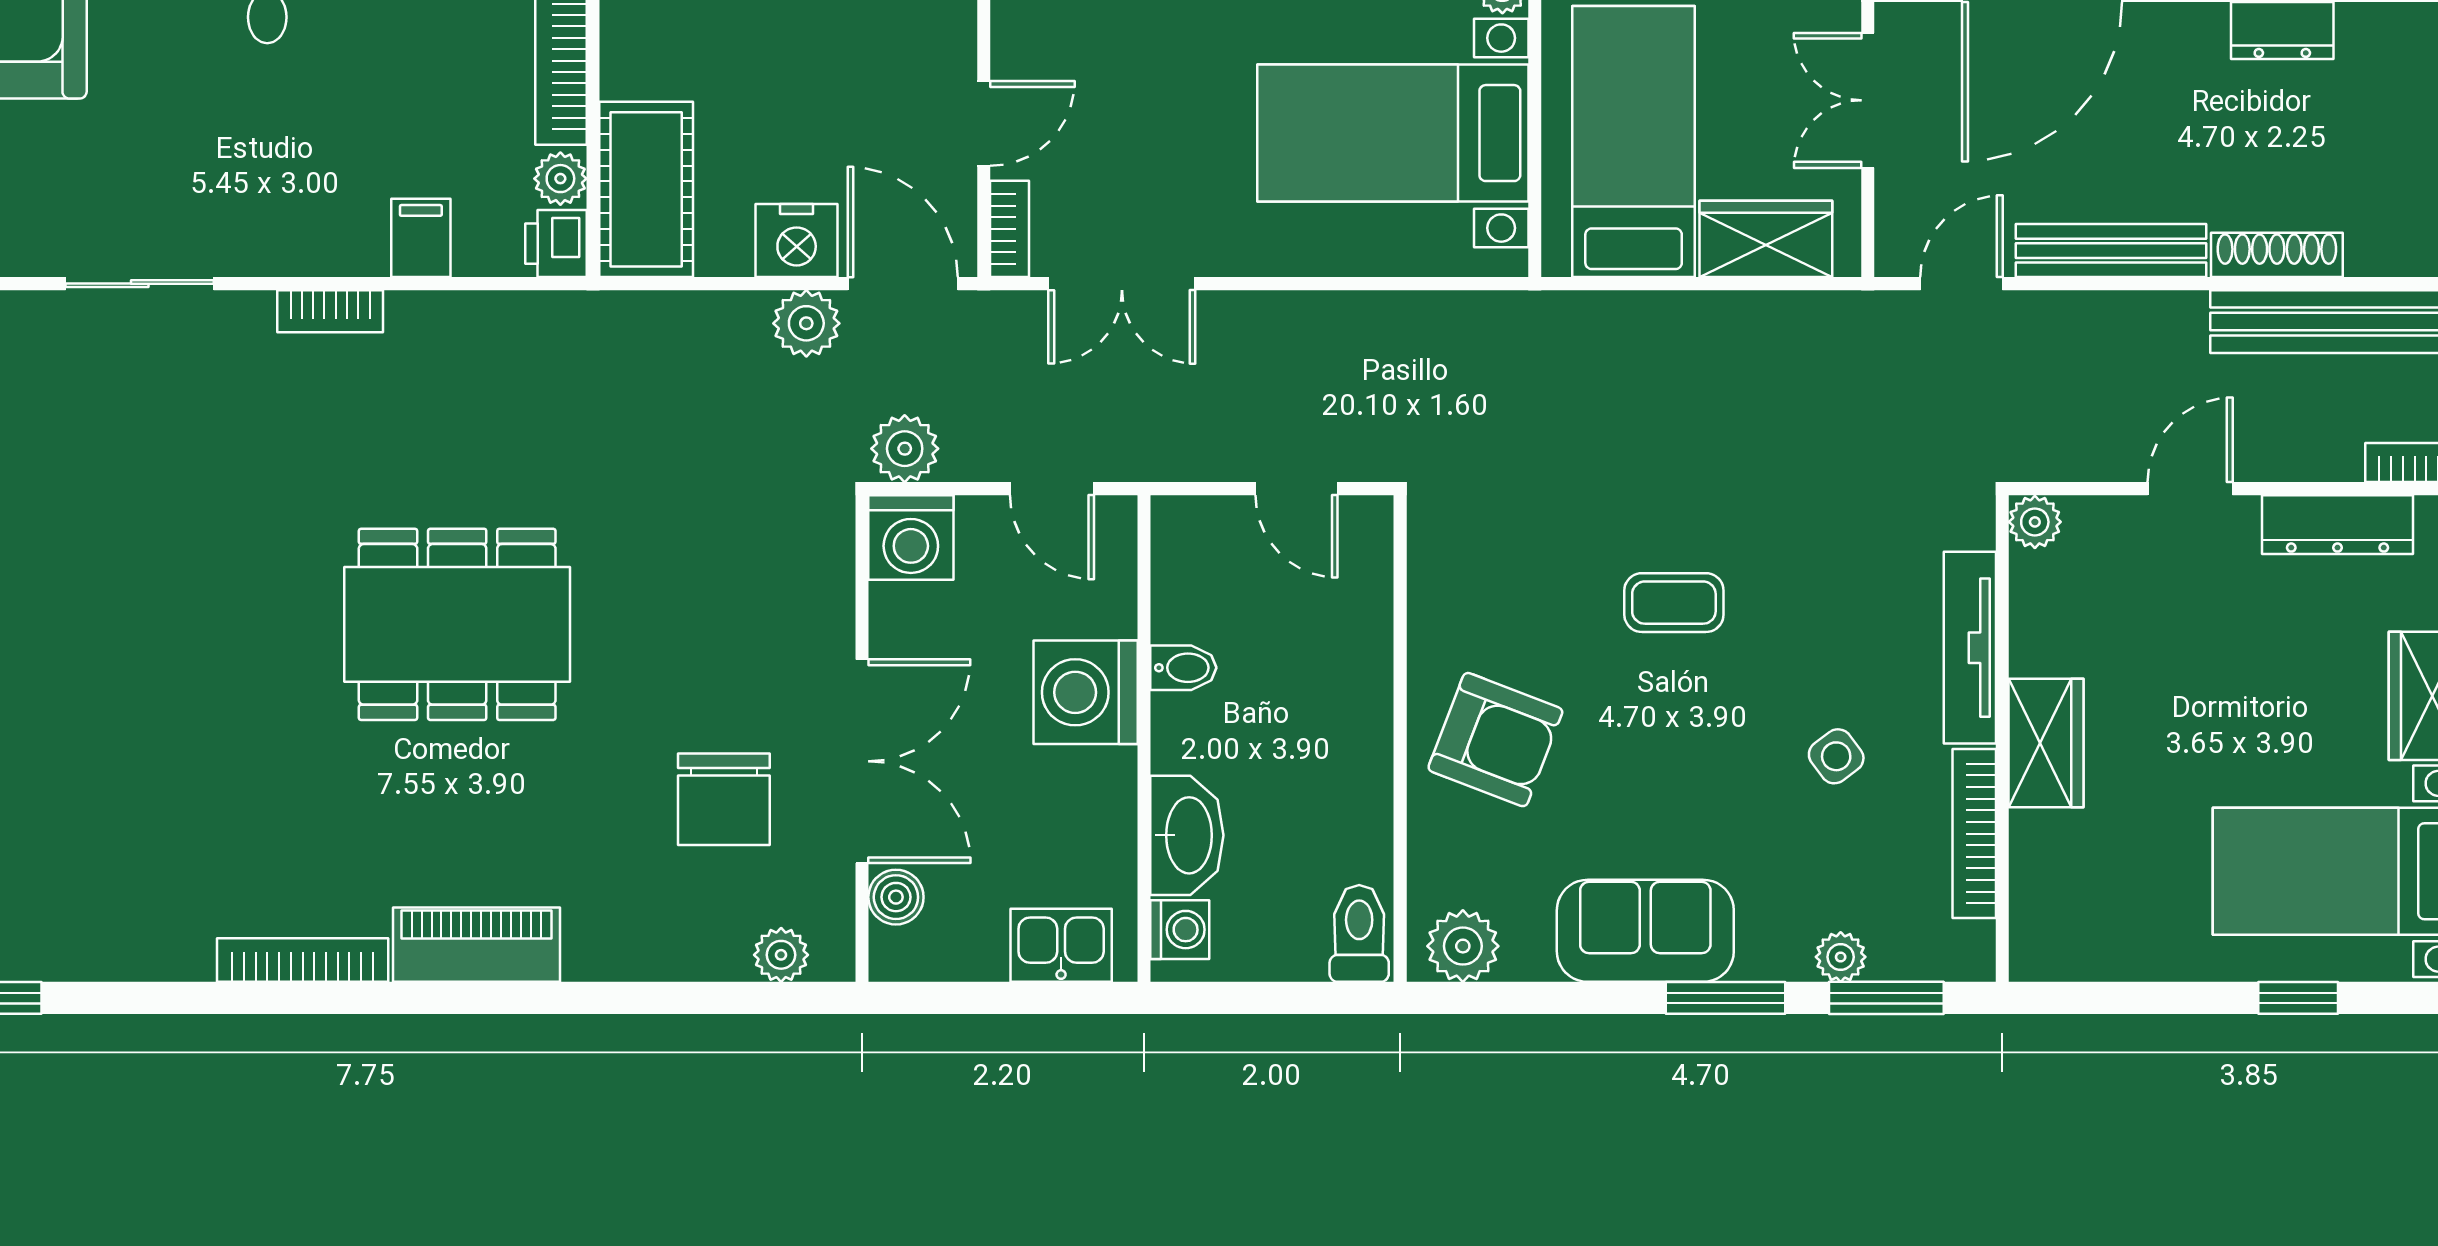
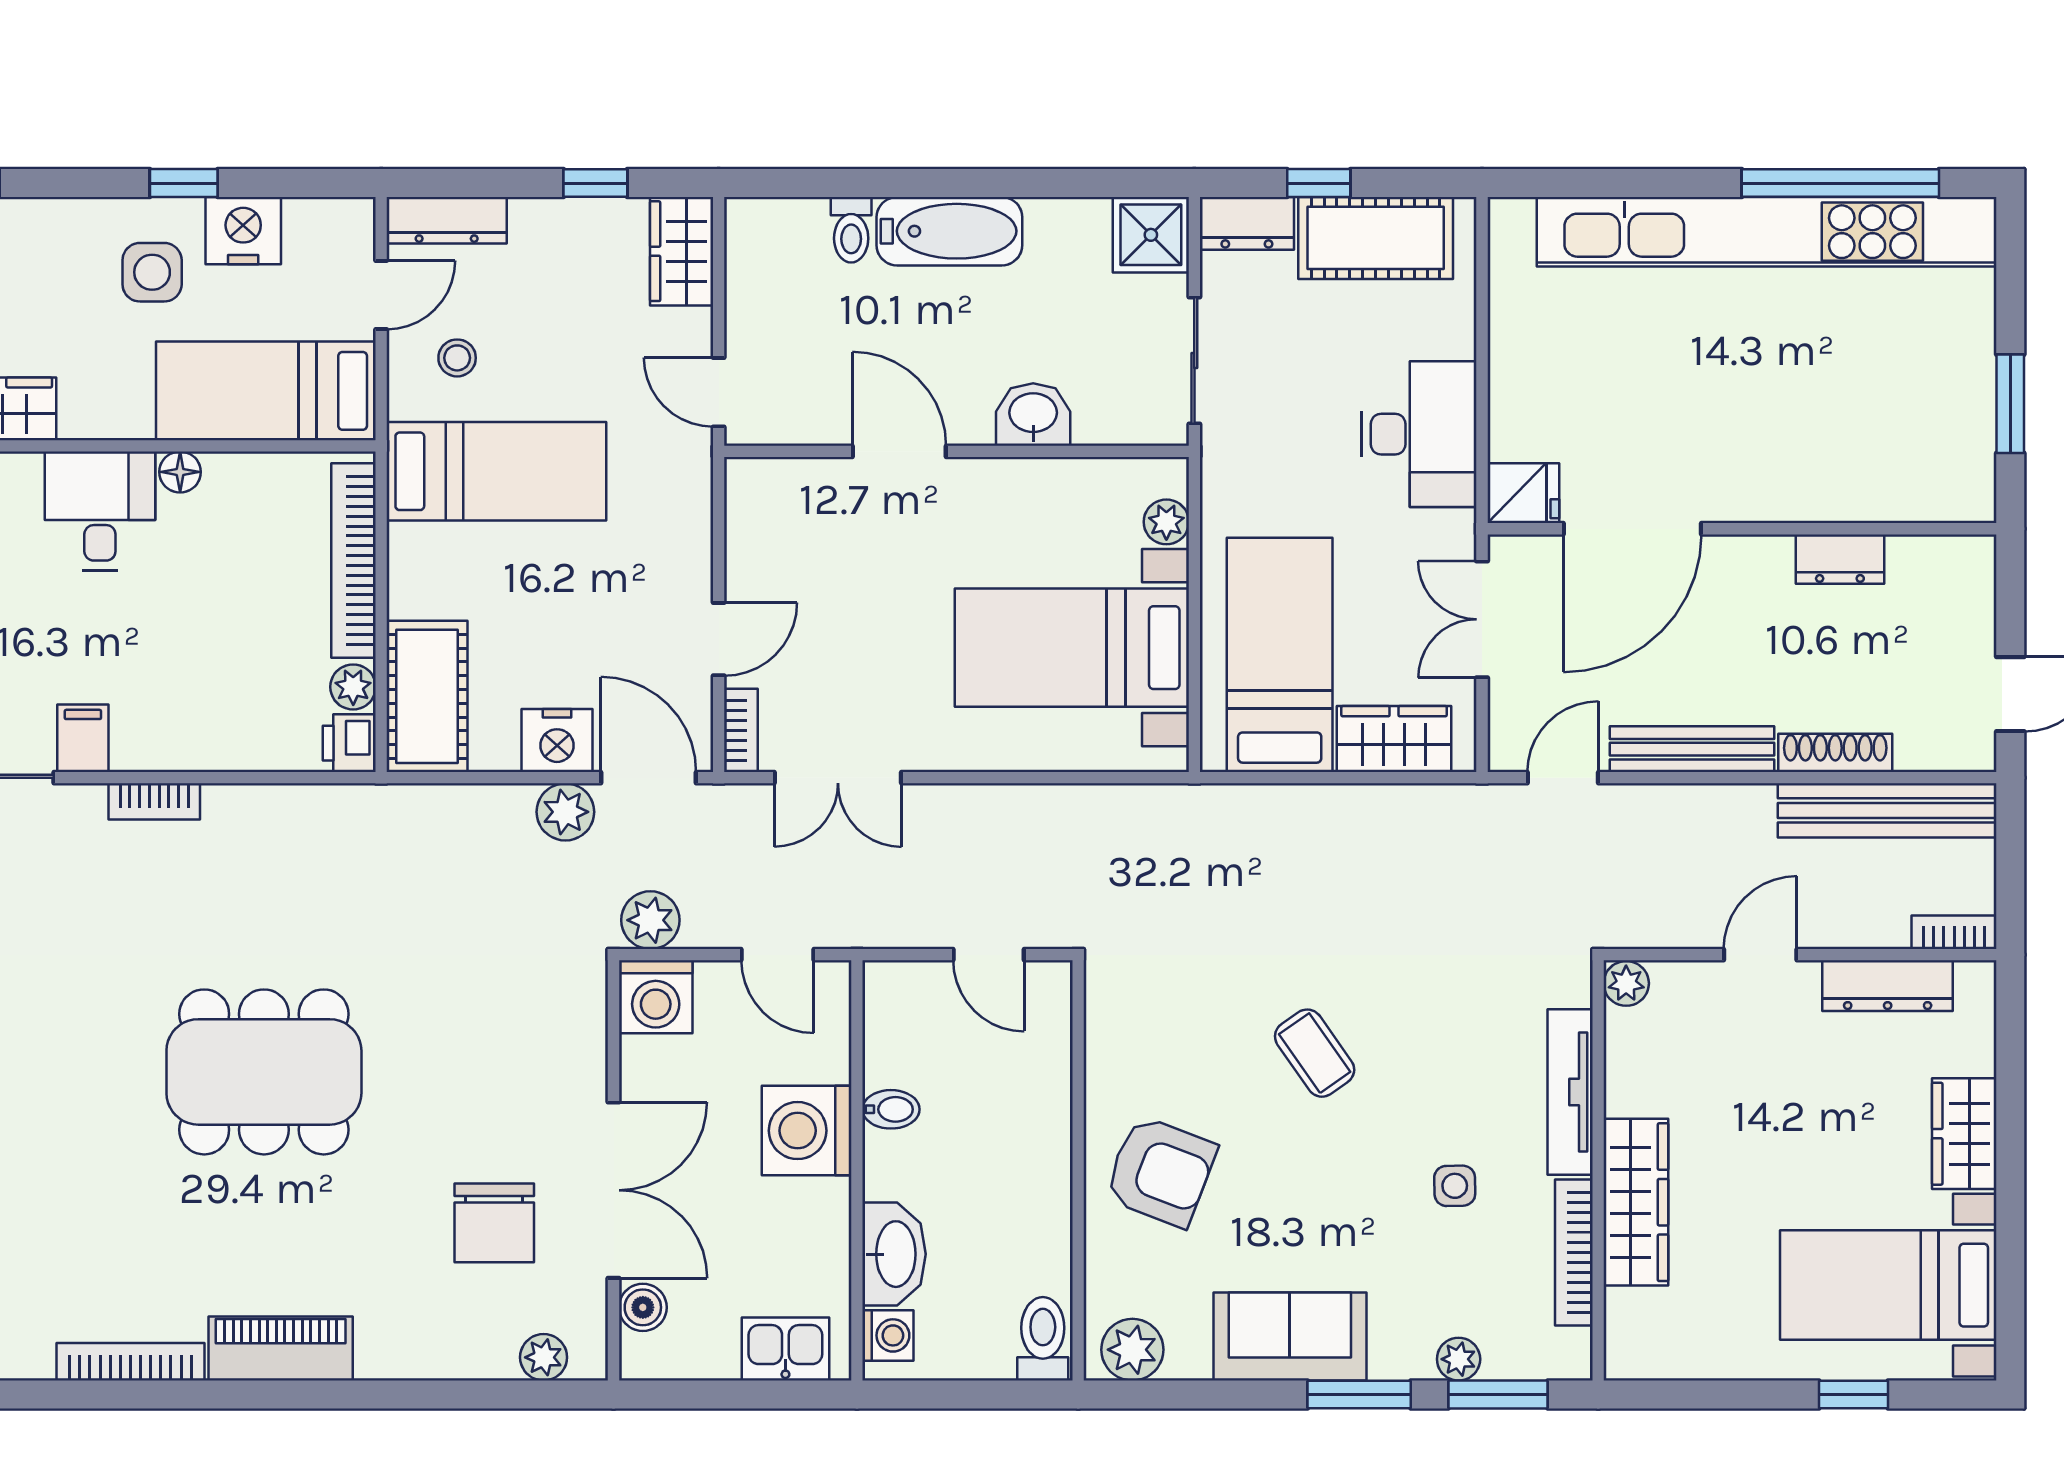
filing cabinet: (421, 238) -> (83, 738), moved
coffee table: (1674, 603) -> (1315, 1053), turned 55
wardrobe: (2046, 743) -> (1636, 1202), width x1.50
side table: (1836, 756) -> (1455, 1186), turned 36

